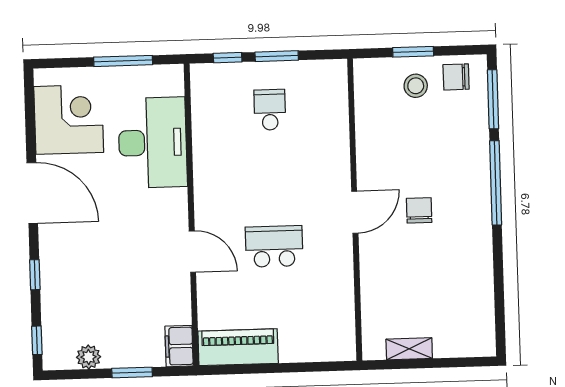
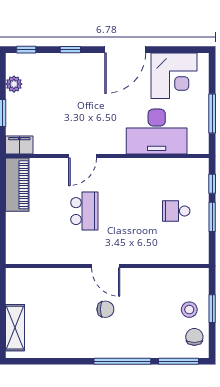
school desk: (270, 110) -> (176, 211), turned 180
shelving: (409, 349) -> (15, 328), moved, width x1.50, depth x1.33

